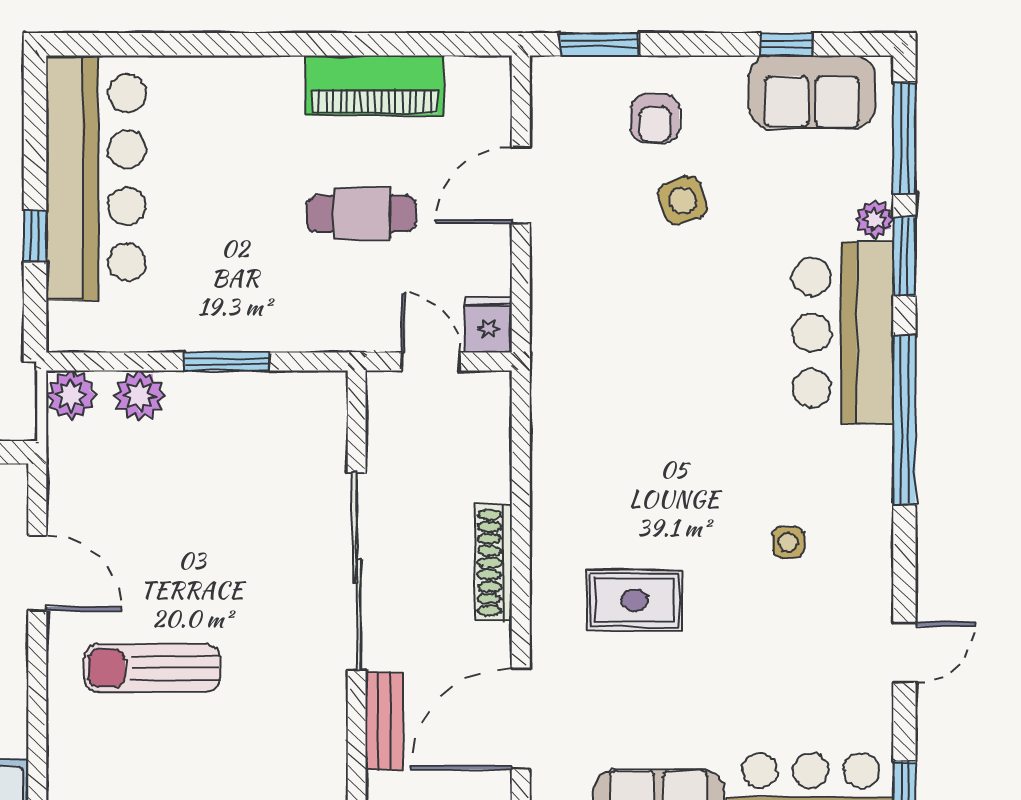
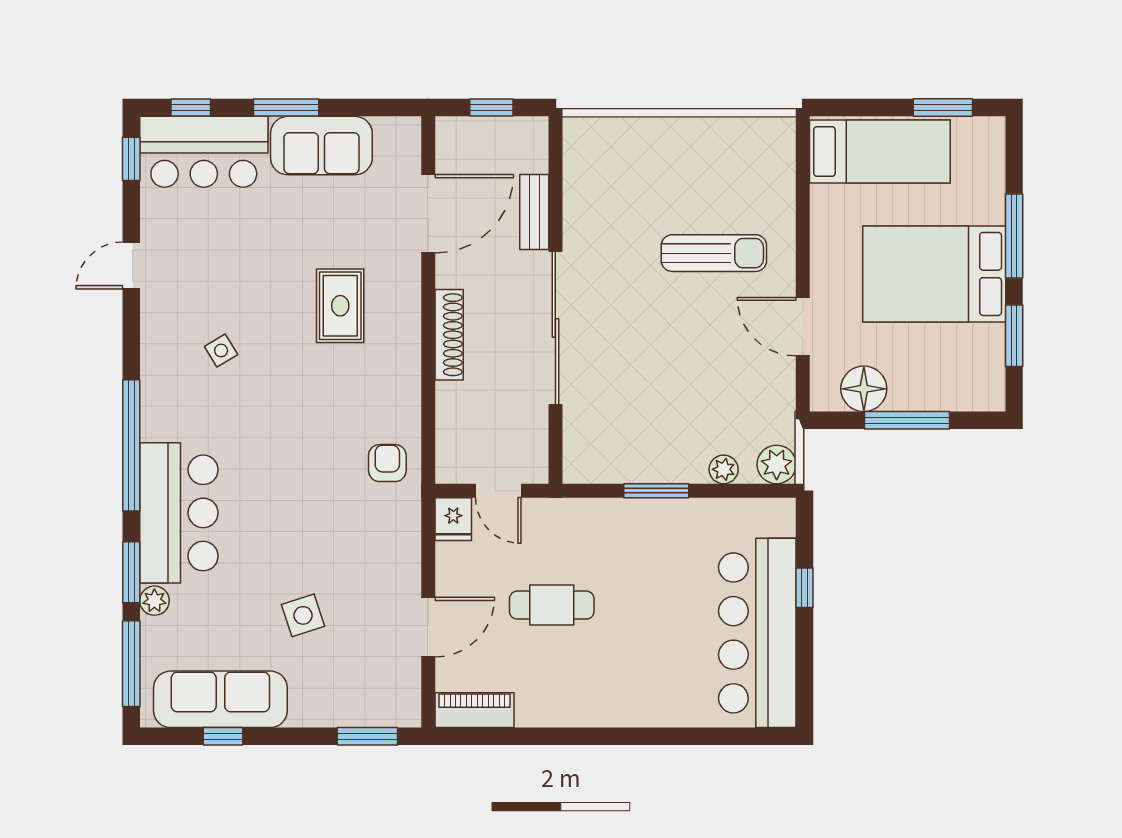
piano: (375, 85) -> (475, 710), moved, width x0.73, depth x0.75
sofa: (812, 92) -> (220, 699), width x1.36
armchair: (655, 119) -> (387, 463), moved
plant: (140, 396) -> (724, 469), width x0.73, depth x0.73
side table: (788, 542) -> (221, 350), turned -31
rug: (634, 600) -> (340, 306), turned 90

